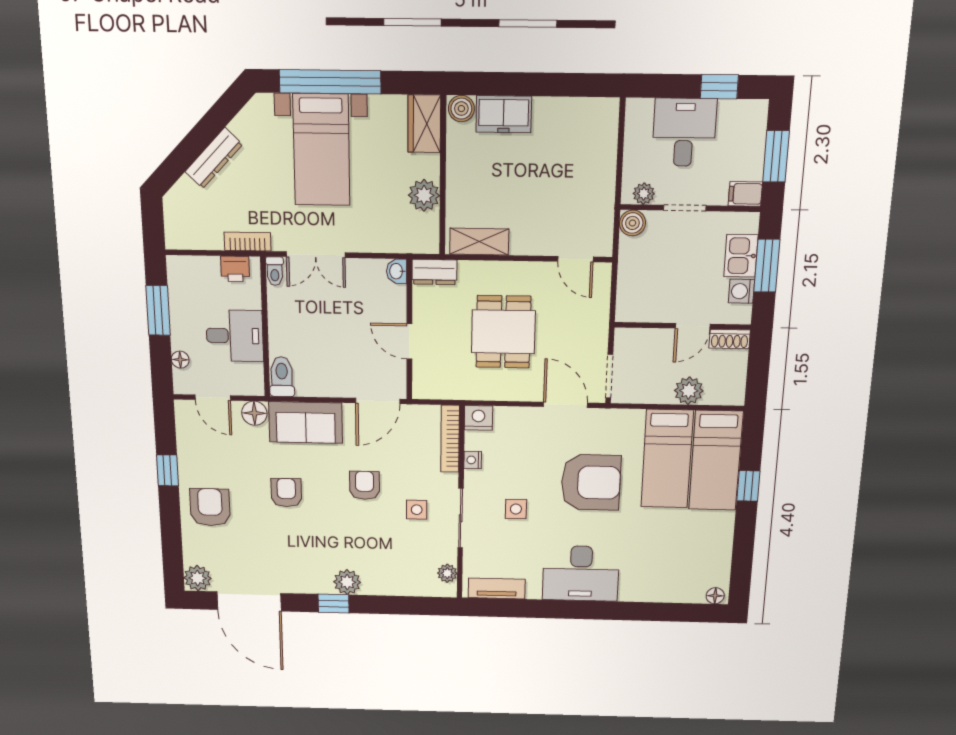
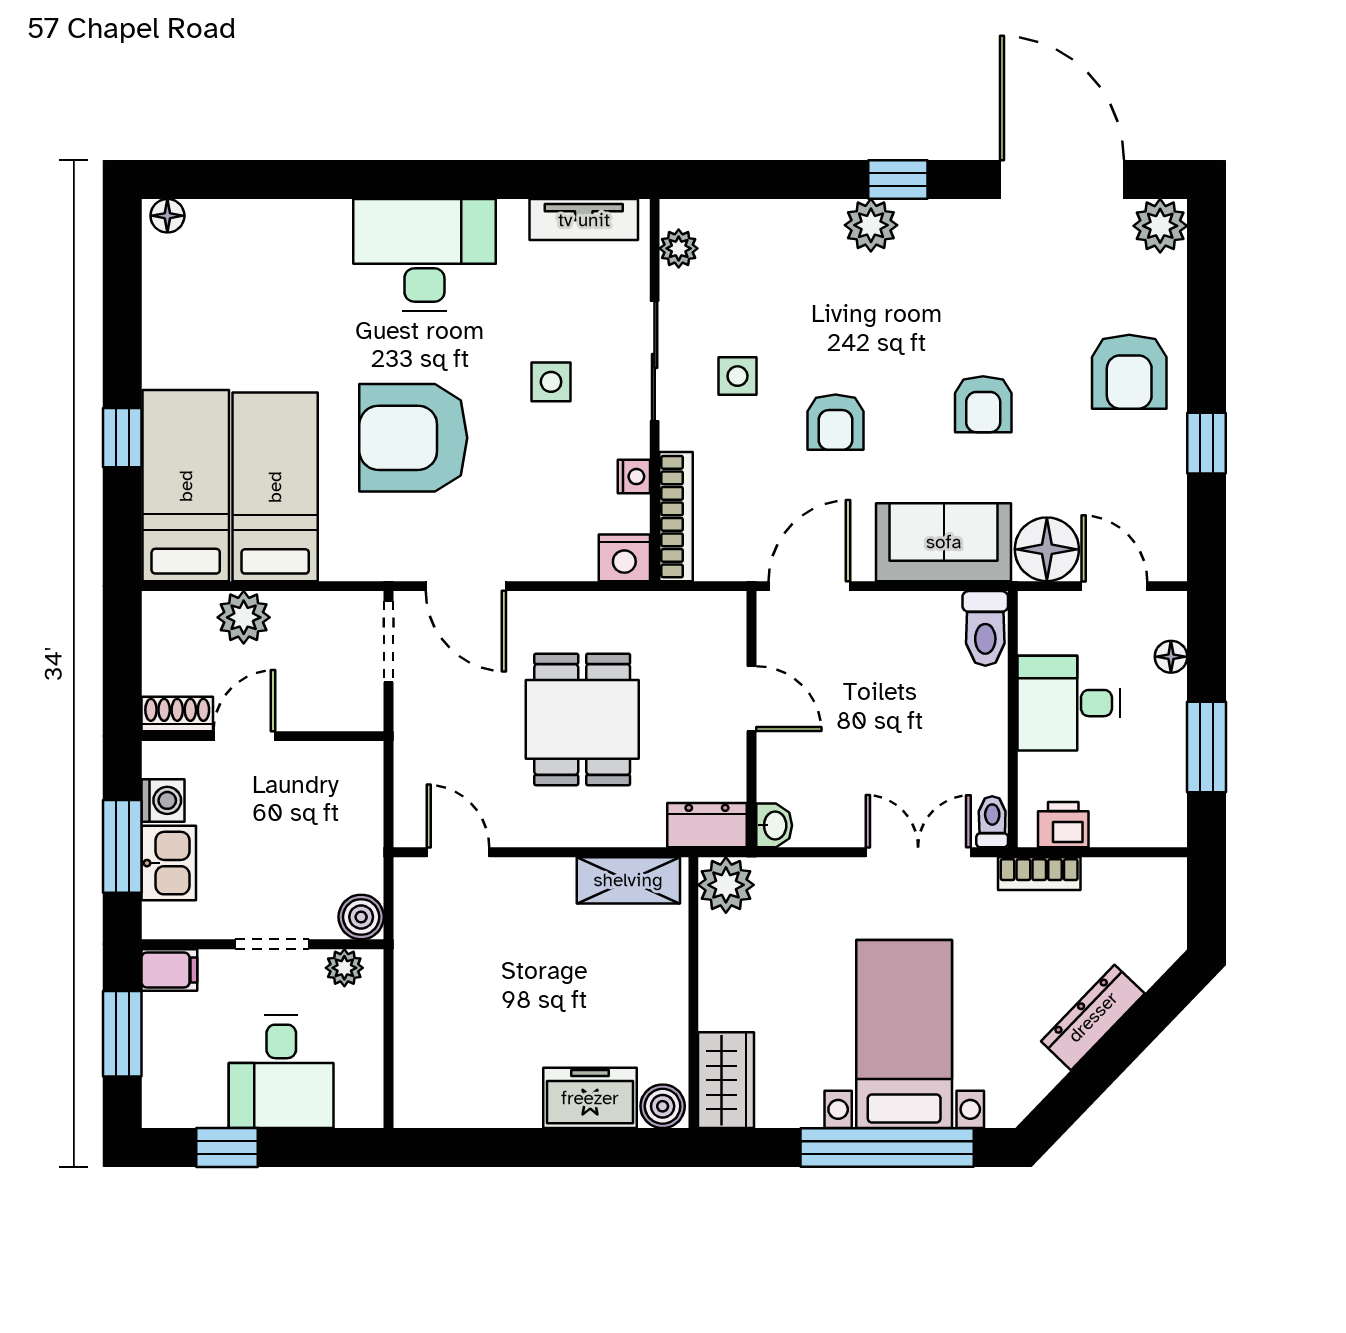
plant: (424, 195) -> (726, 885), moved
floor lamp: (254, 413) -> (1047, 549), width x1.38, depth x1.38

